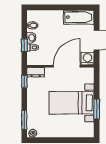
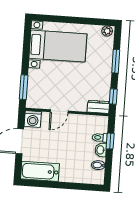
door: (67, 66) -> (59, 111), width x0.53
bed with nightstands: (71, 103) -> (58, 46), moved
window: (97, 109) -> (24, 87), moved
window: (24, 120) -> (116, 61), moved

